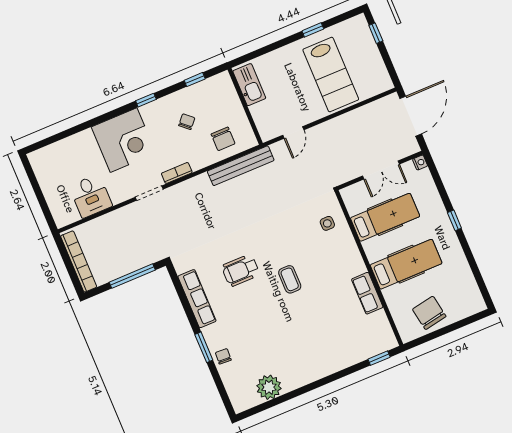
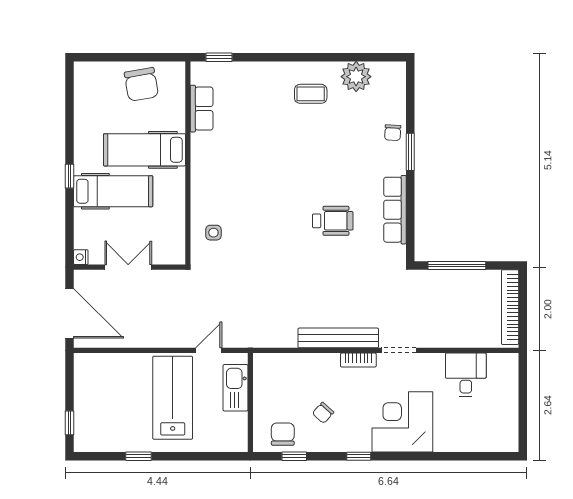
lab bench: (331, 75) -> (173, 398), moved
kitchen sink: (249, 85) -> (236, 388), moved
door: (411, 116) -> (70, 313), swing flipped
chair: (223, 139) -> (283, 434), moved
bench: (241, 166) -> (338, 338), moved
hospital bed: (385, 217) -> (113, 191), moved, turned 180
coffee table: (290, 279) -> (311, 94), moved, turned 90
row of seats: (367, 293) -> (202, 109), moved

